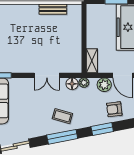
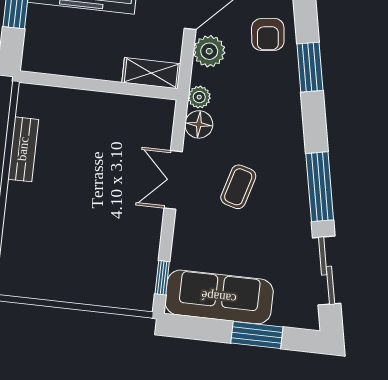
double door: (47, 75) -> (173, 180), swing flipped
coffee table: (62, 116) -> (238, 187), moved
window: (62, 137) -> (320, 187), moved

